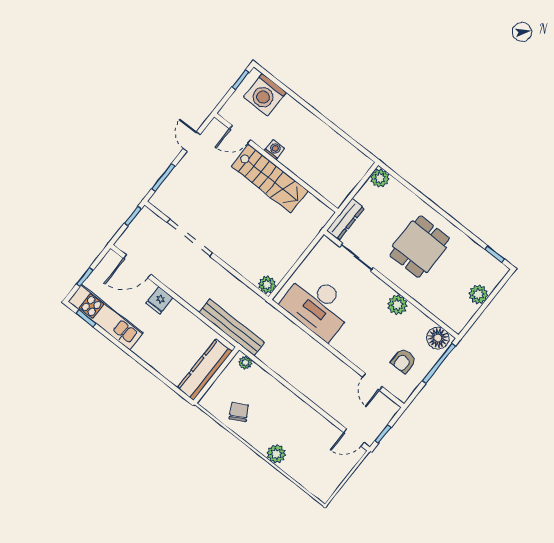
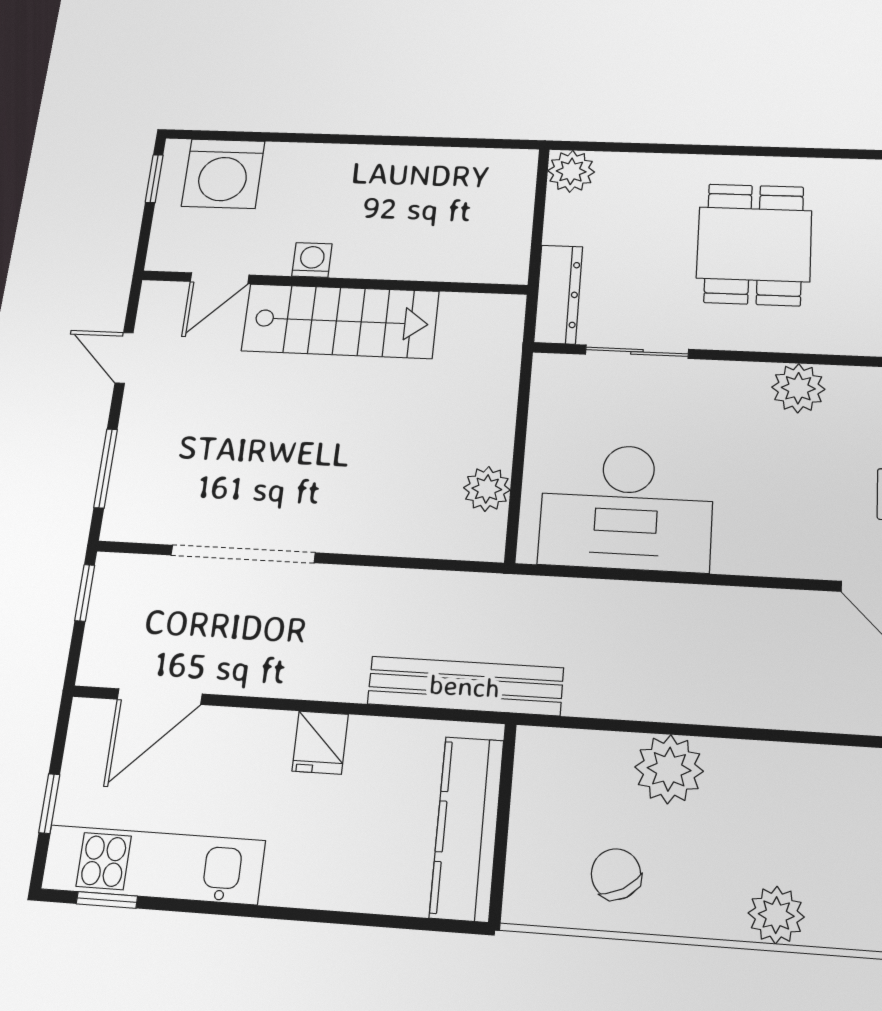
plant: (267, 285) -> (487, 489), moved
fridge: (159, 300) -> (320, 743), moved
plant: (245, 363) -> (669, 769), moved, width x1.87, depth x1.87

